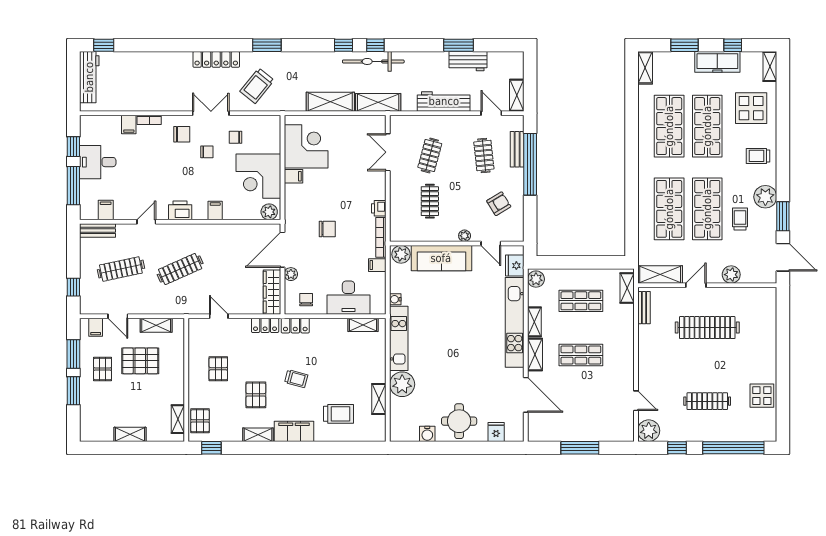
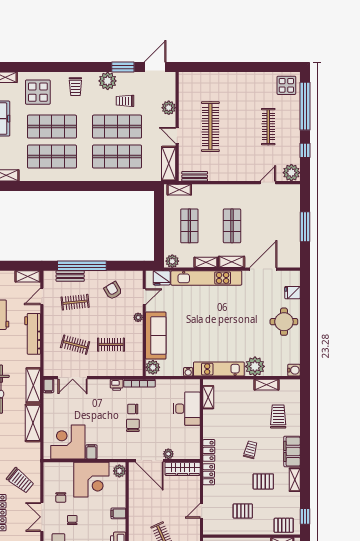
filing cabinet: (377, 265) -> (48, 386), moved
chair: (306, 300) -> (133, 409), moved
display table: (762, 396) -> (286, 85), moved
water cooler: (427, 434) -> (294, 370), moved

